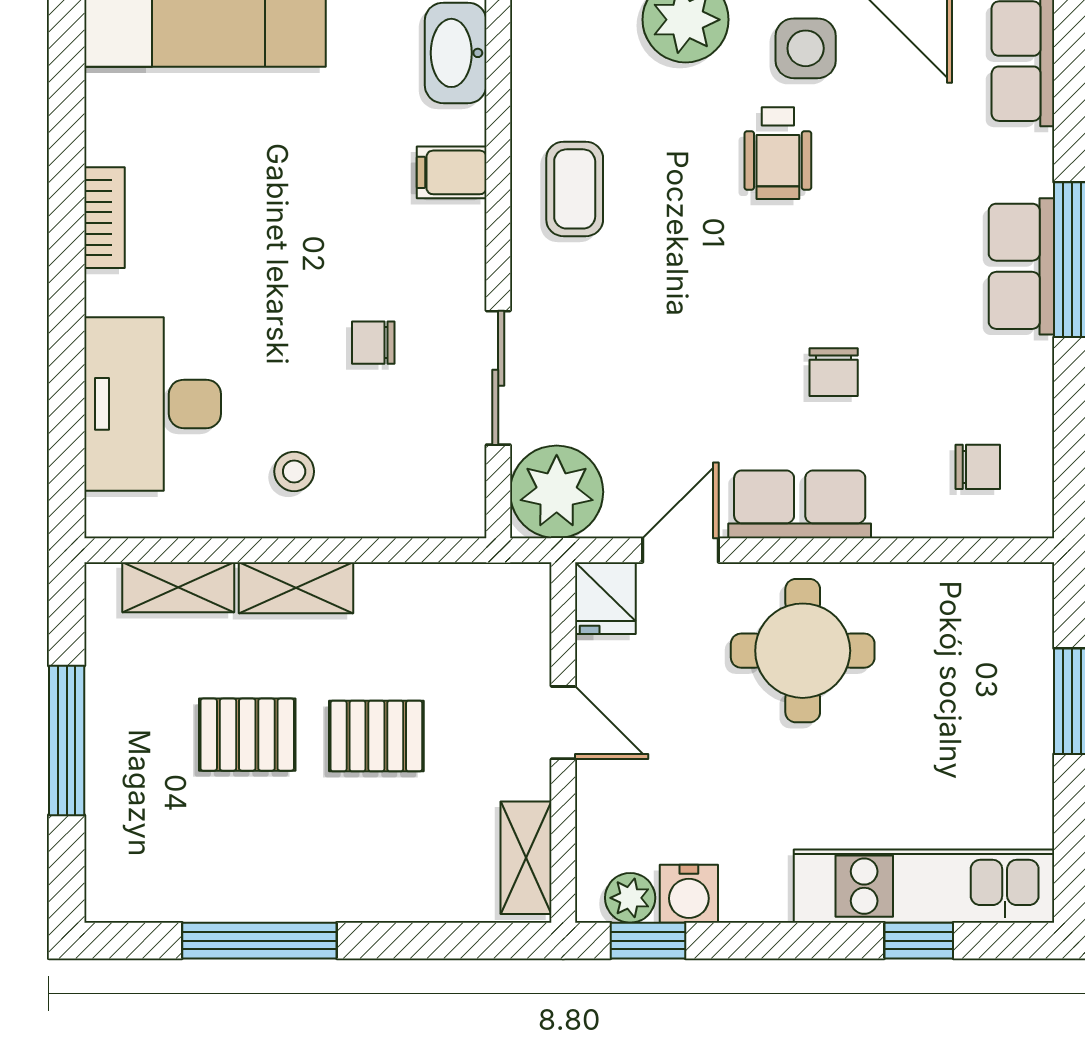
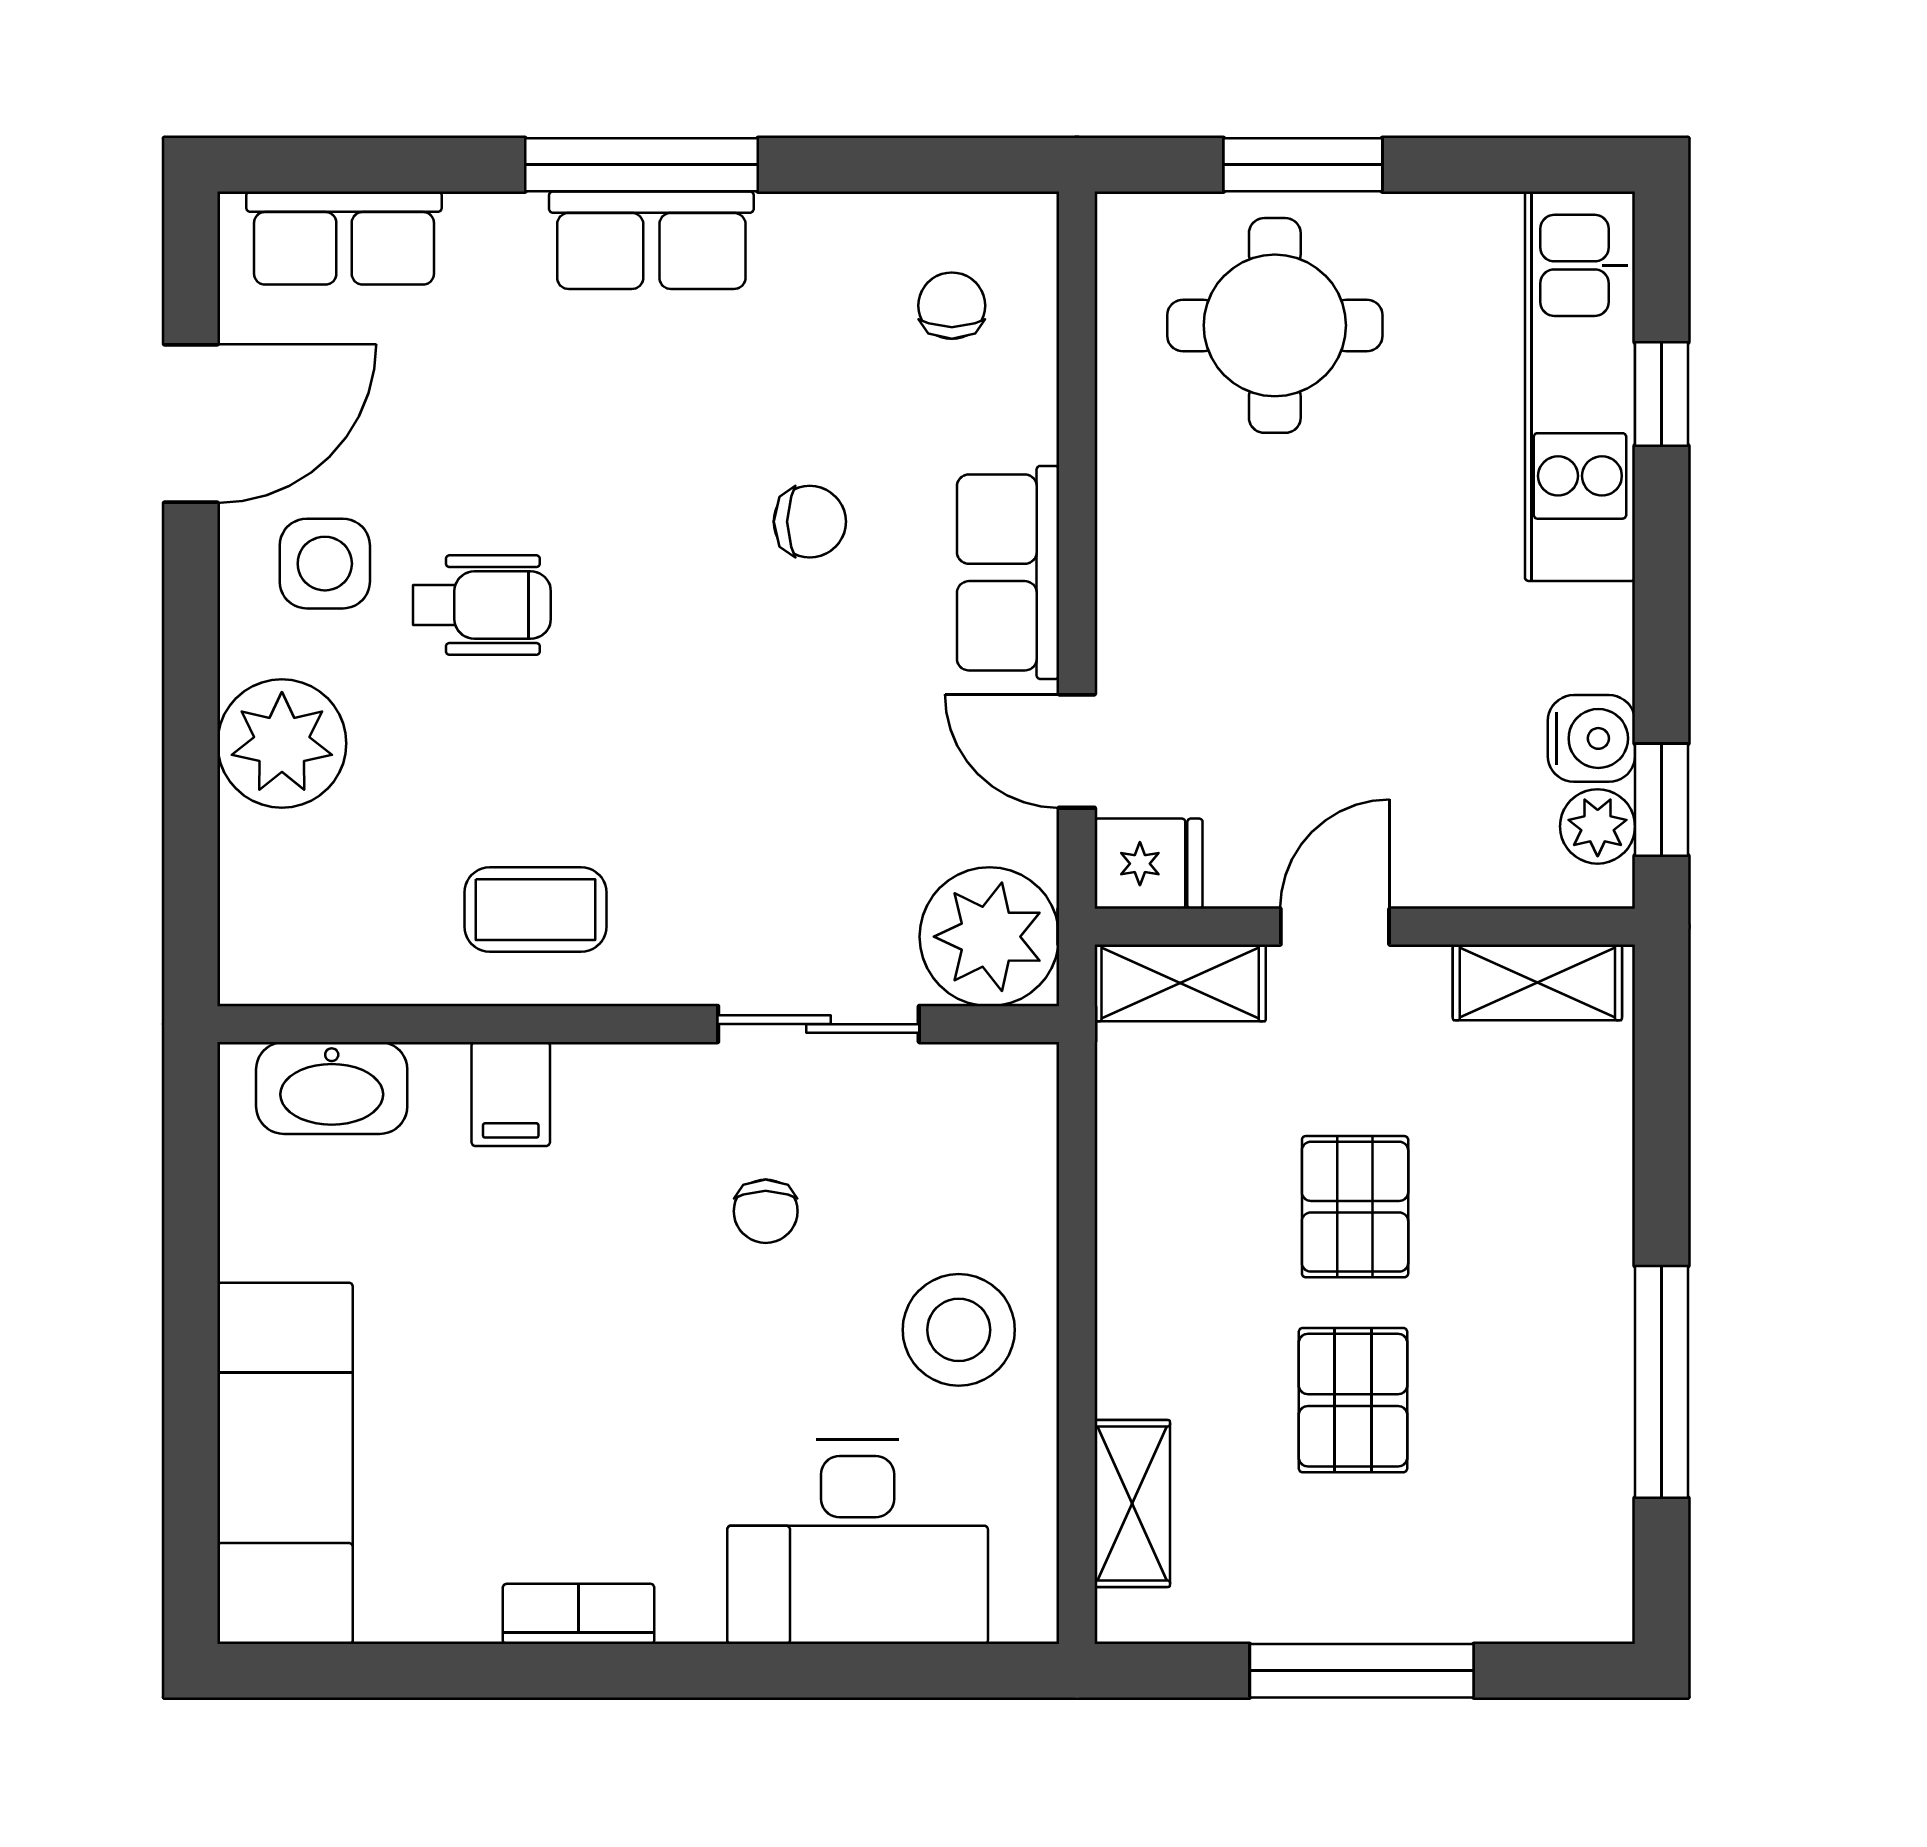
stool: (294, 471) -> (959, 1330), width x1.89, depth x1.89
shelving: (296, 588) -> (1180, 983), moved, turned 90
round table: (803, 651) -> (1275, 325), moved

